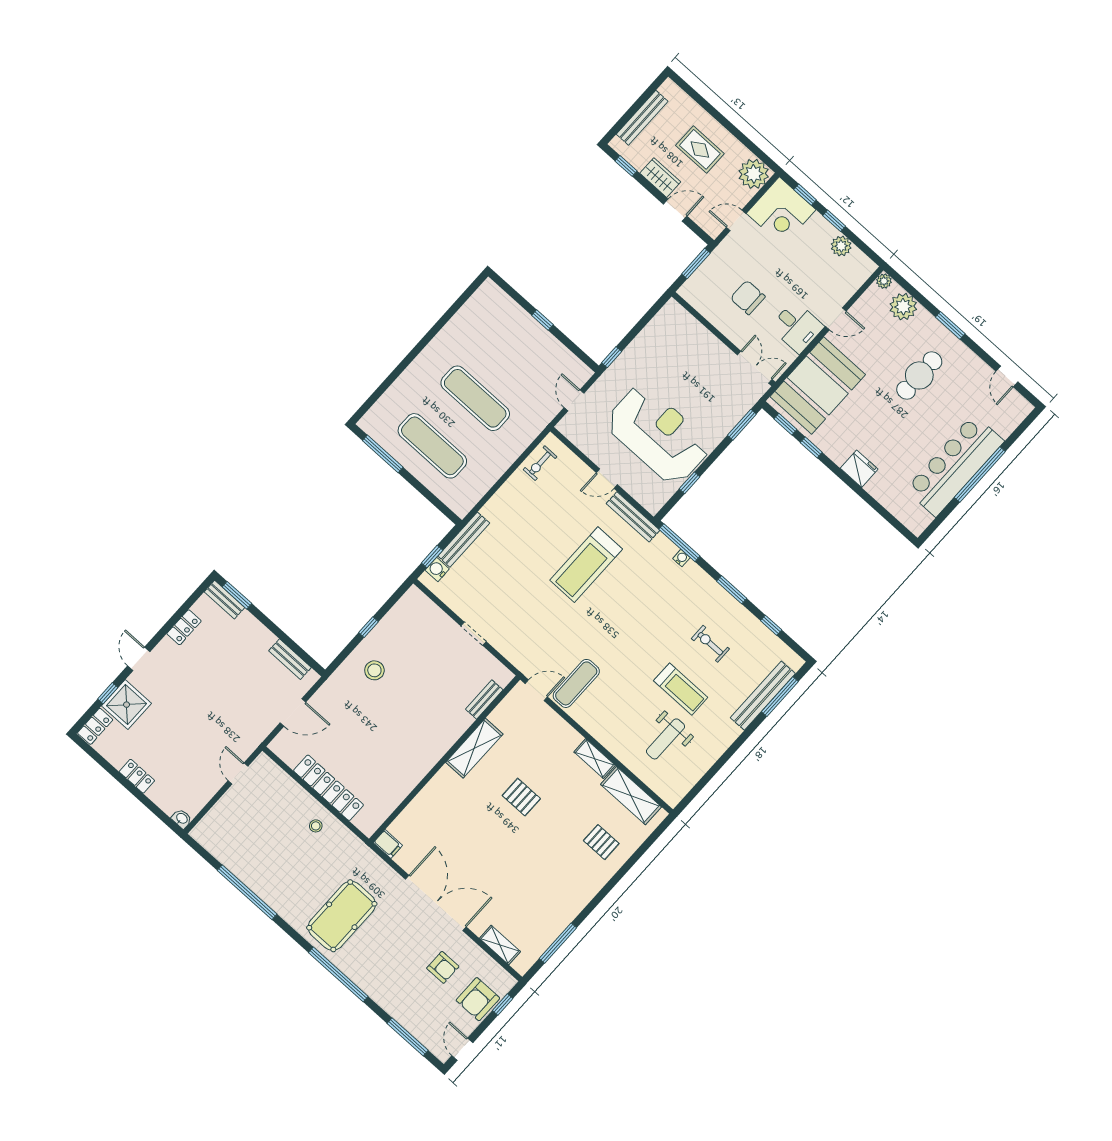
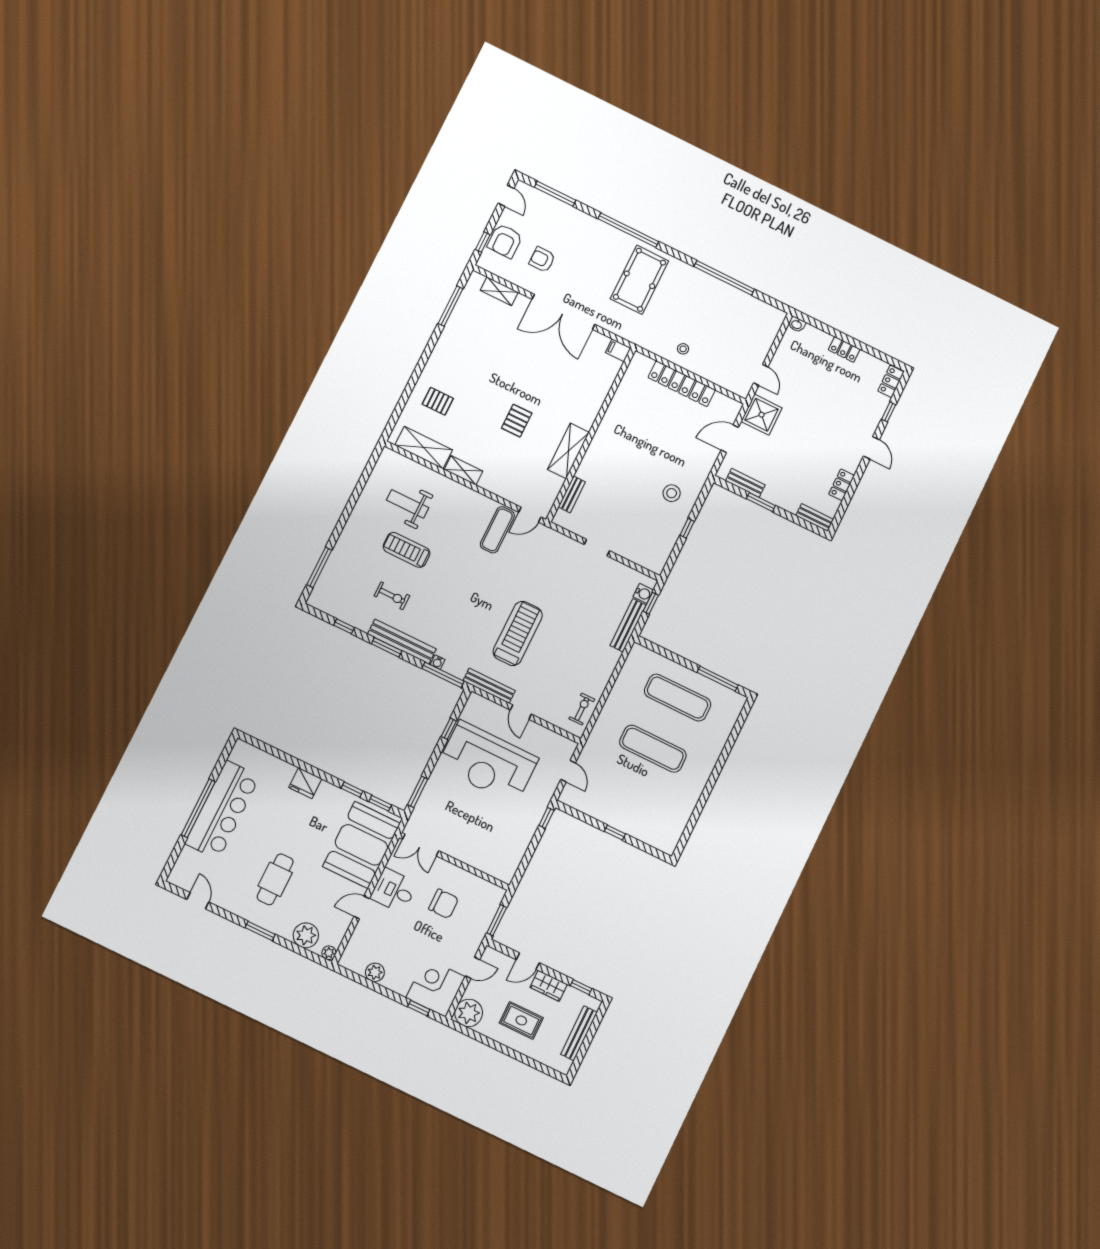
window: (834, 221) -> (387, 993), removed
door: (607, 479) -> (521, 712), swing flipped
window: (237, 595) -> (761, 502), moved
bench: (763, 696) -> (402, 641), moved, turned 90
shower: (127, 705) -> (762, 415), moved
weight bench: (666, 739) -> (408, 504), turned -90
pallet: (521, 797) -> (517, 421), turned 90
armchair: (478, 999) -> (505, 241), turned 180

